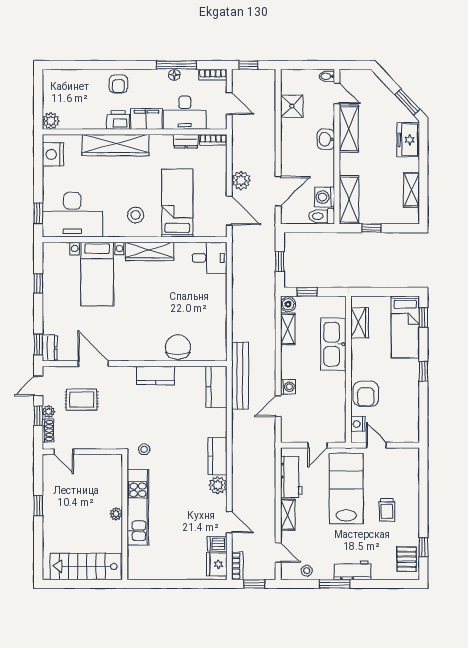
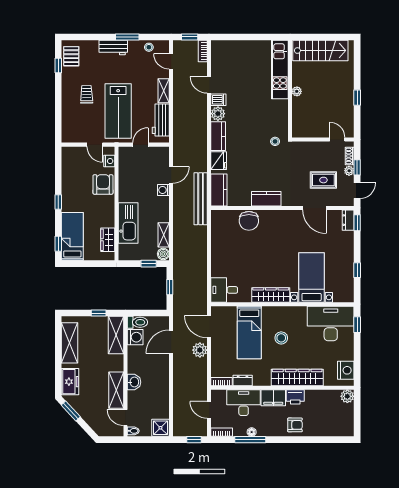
armchair: (118, 84) -> (295, 425), turned 90
shower: (292, 106) -> (160, 428), moved
shelving: (411, 190) -> (70, 343), width x1.50, depth x1.33
stool: (136, 215) -> (281, 338), moved
kitchen unit: (138, 507) -> (280, 70), moved
dishwasher: (217, 544) -> (218, 100), moved
fridge: (217, 564) -> (219, 161), moved

